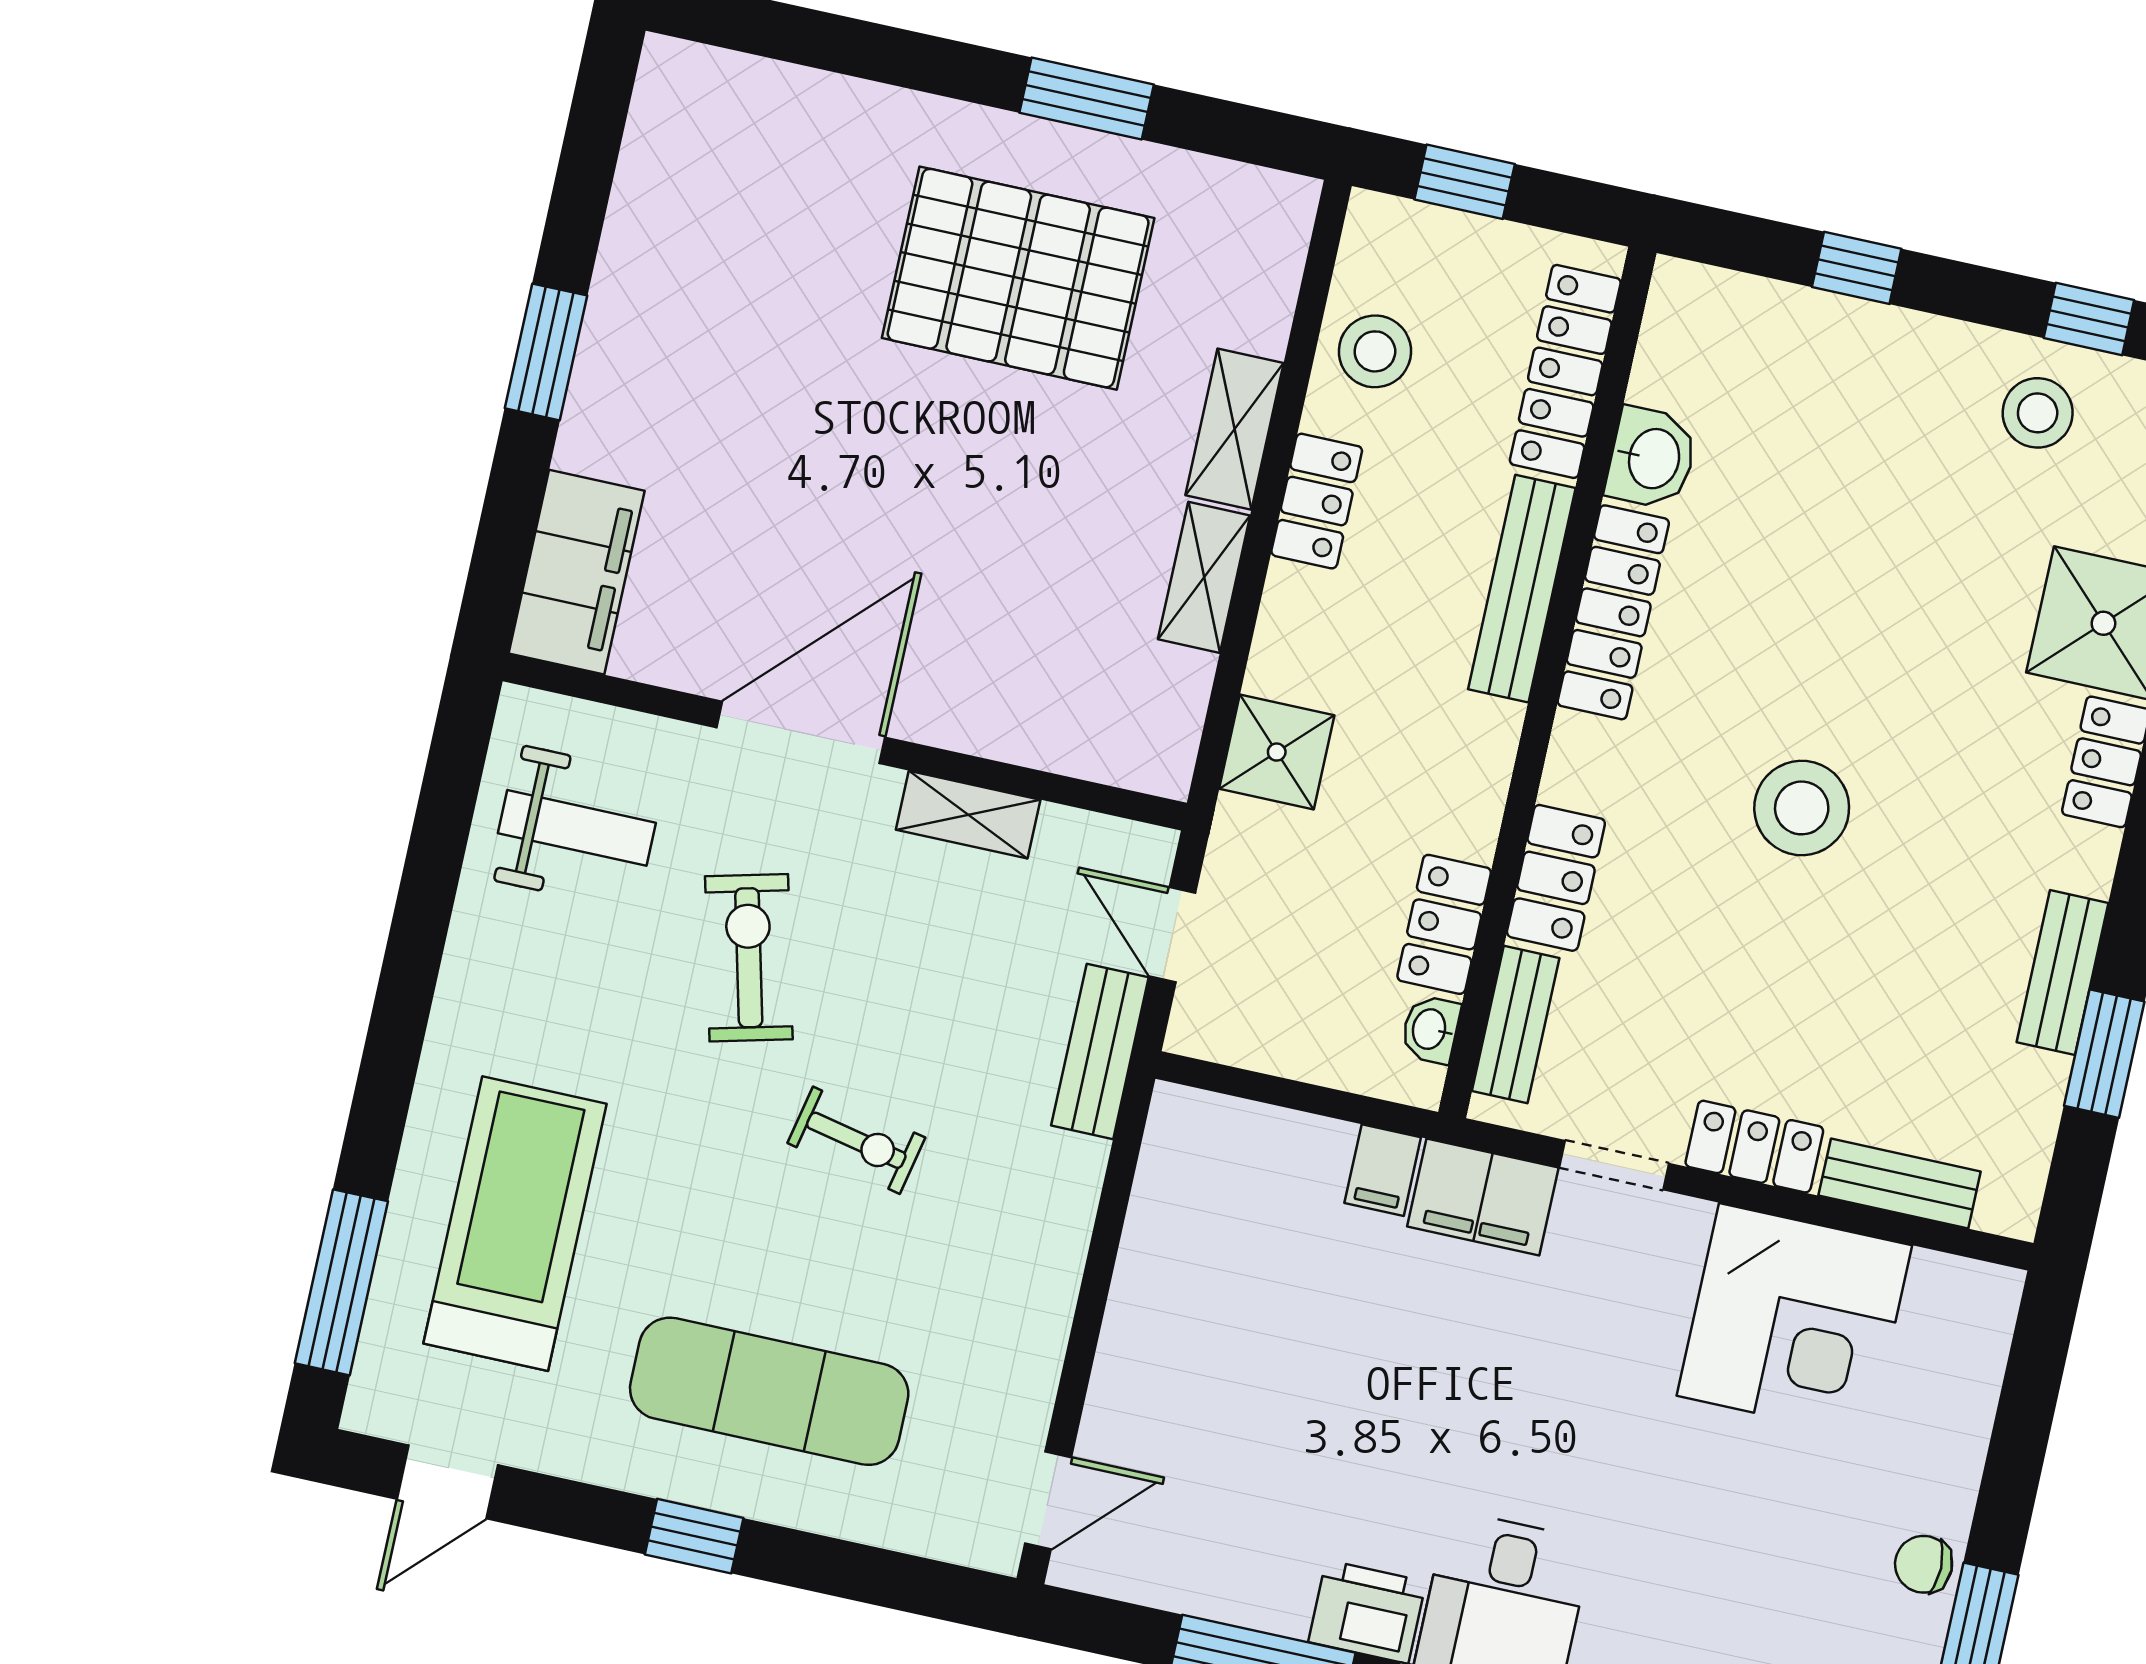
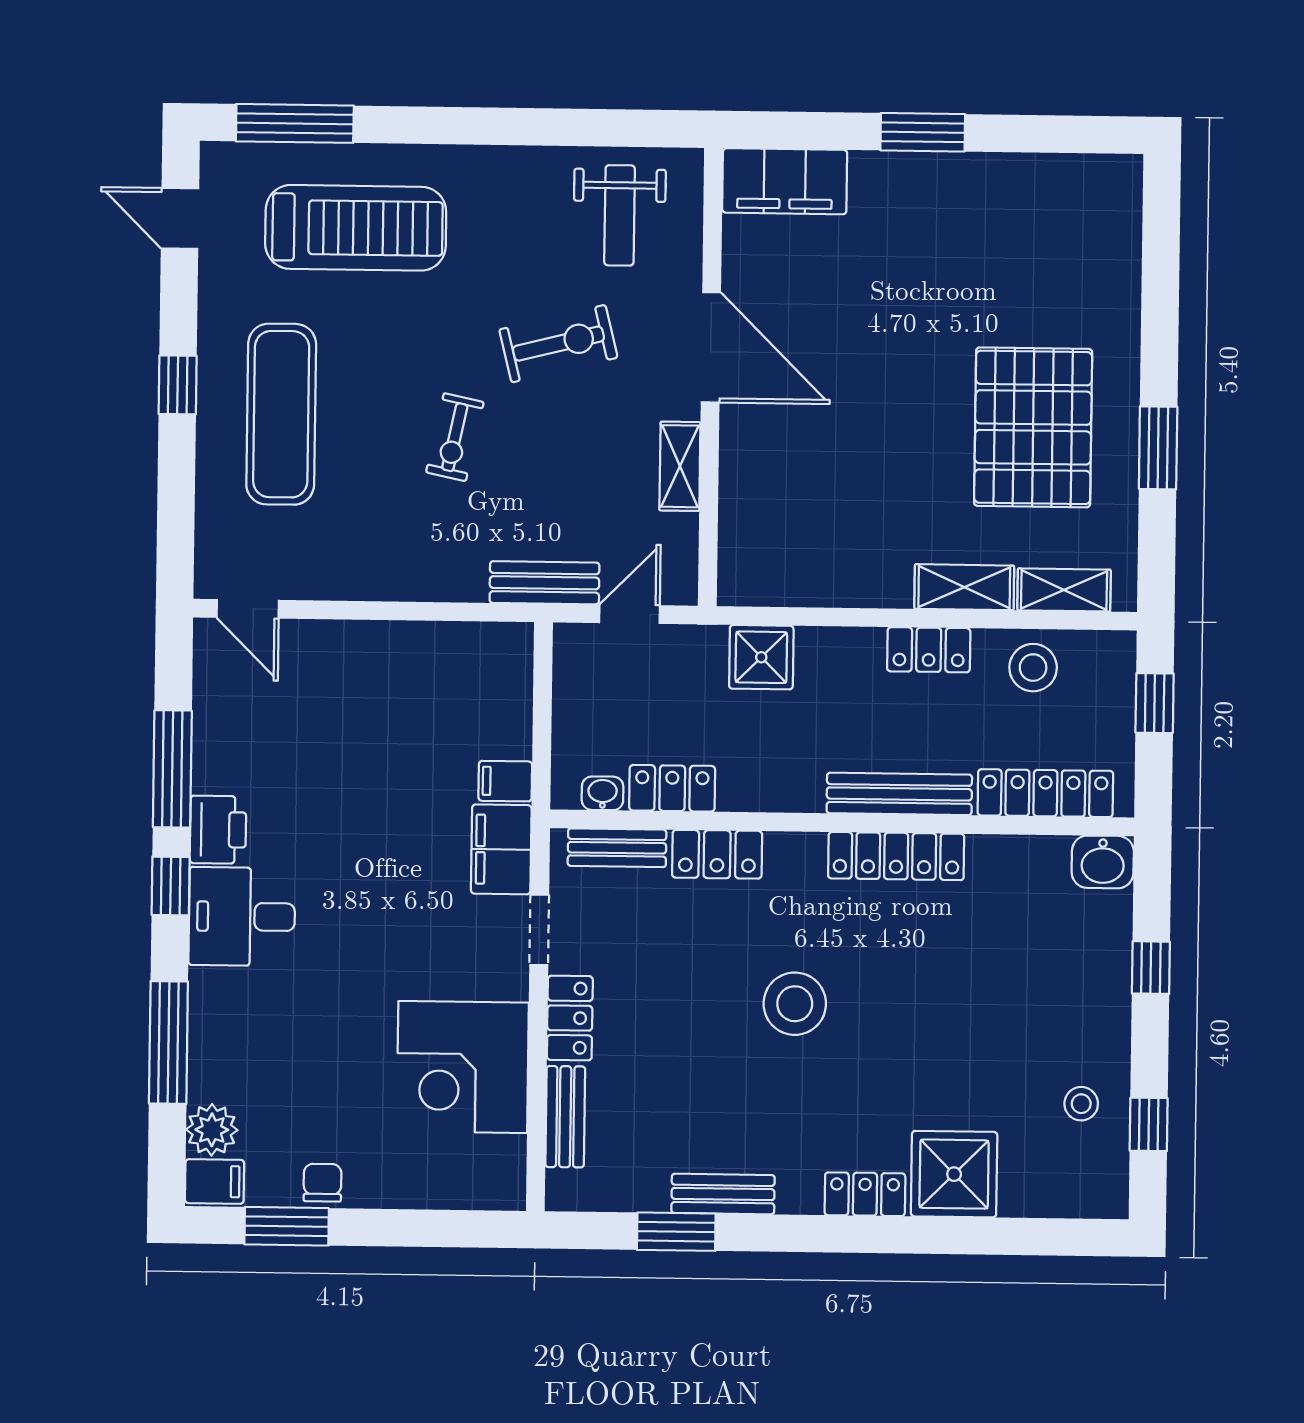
stool: (2038, 413) -> (1081, 1104), width x0.73, depth x0.73
washbasin: (1652, 458) -> (1103, 862), moved
shelving: (1204, 577) -> (1064, 590), moved

